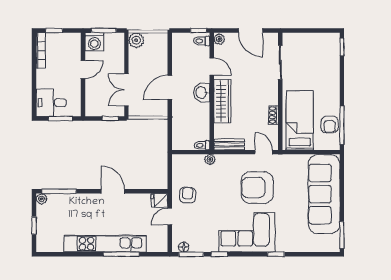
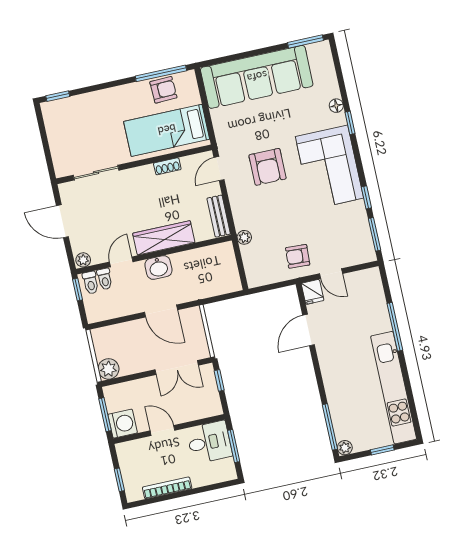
door: (250, 30) -> (62, 221), swing flipped
bookcase: (41, 50) -> (167, 488), moved
desk: (51, 103) -> (209, 442), moved, turned -90
toilet: (202, 145) -> (105, 279), moved
armchair: (257, 188) -> (268, 167), width x0.73, depth x0.73
door: (113, 191) -> (309, 330), moved
kitchen unit: (105, 244) -> (394, 388), moved
floor lamp: (184, 247) -> (336, 106), moved

